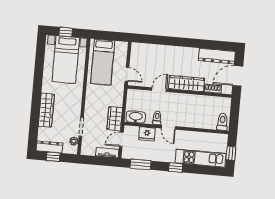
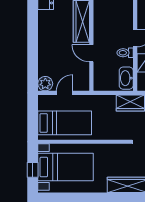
plant: (137, 49) -> (45, 84), added
door: (127, 74) -> (65, 93), moved

